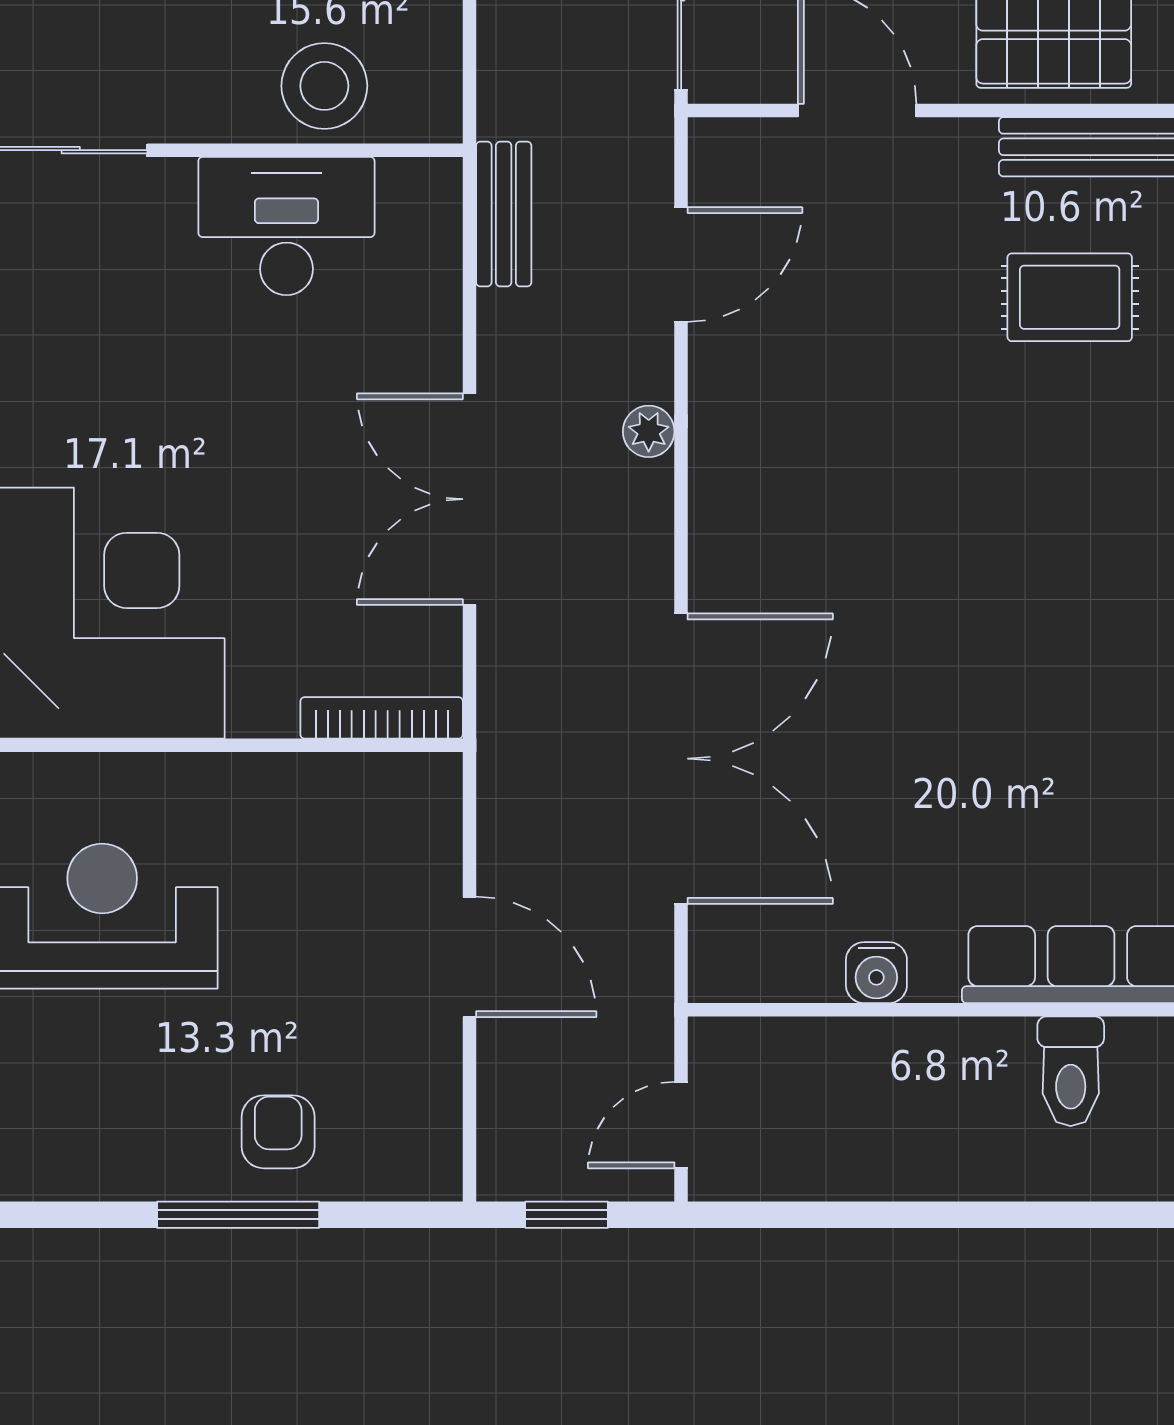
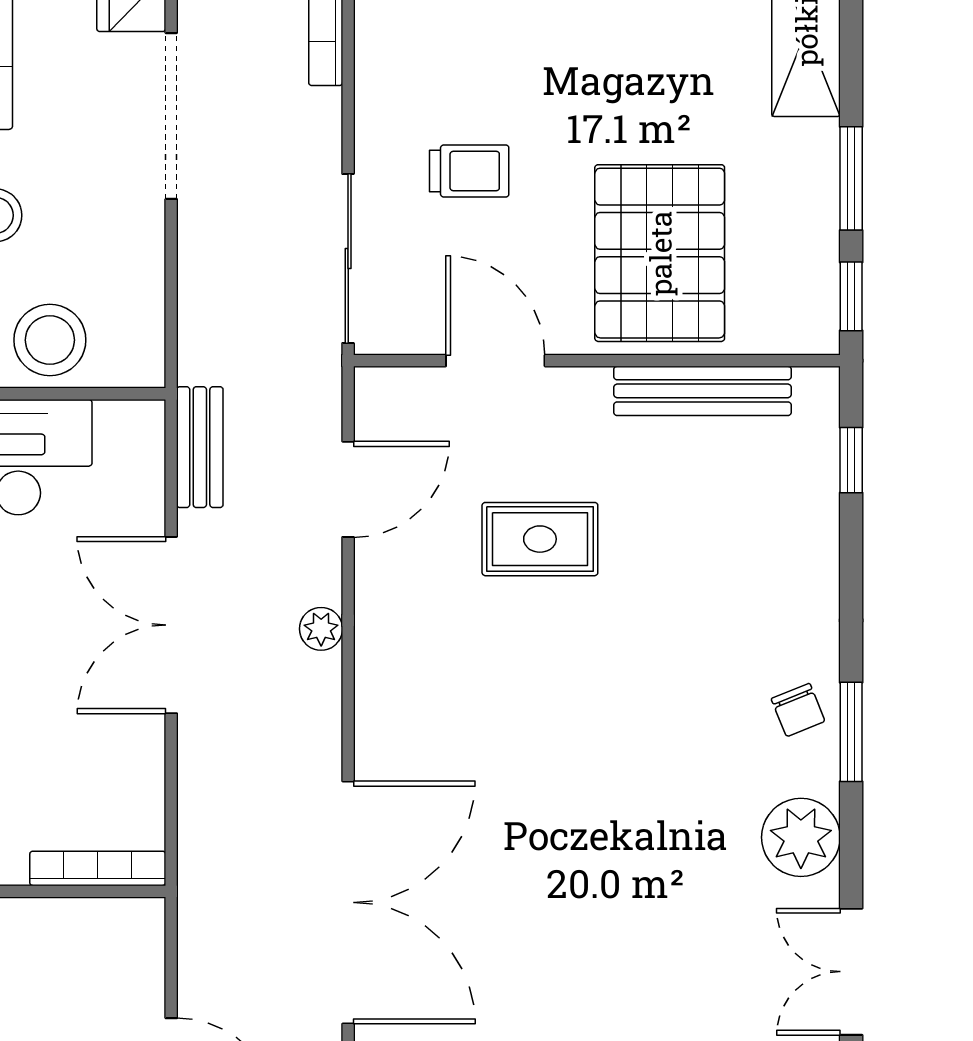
rug: (1070, 297) -> (540, 539), moved
double door: (469, 499) -> (171, 625), moved

